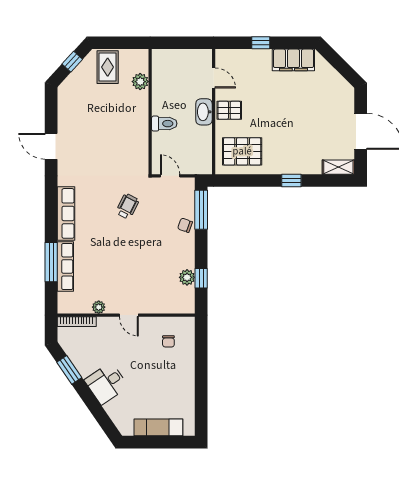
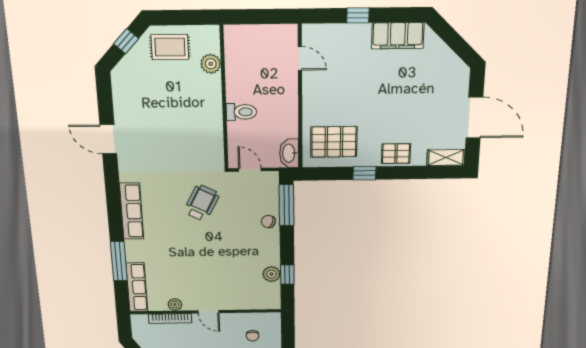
rug: (108, 67) -> (170, 47), turned 90
pallet: (229, 110) -> (396, 154), moved
washbasin: (204, 112) -> (289, 153), moved
window: (291, 181) -> (364, 173), moved
wheelchair: (127, 206) -> (202, 203), width x1.36, depth x1.37
row of seats: (65, 266) -> (137, 287), moved
bookcase: (77, 322) -> (170, 319), moved

